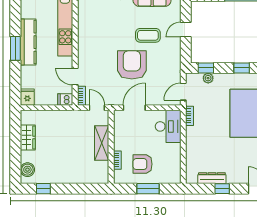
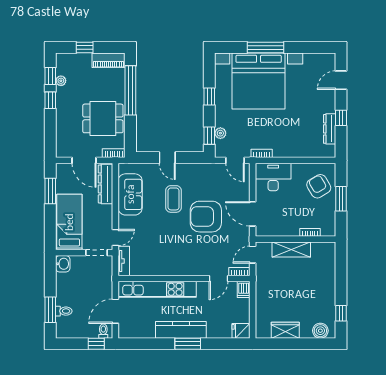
armchair: (143, 164) -> (319, 186), moved, turned 149

